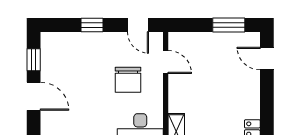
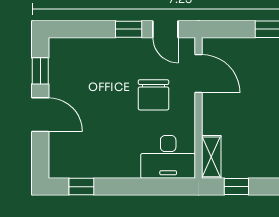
window: (92, 25) -> (129, 29), moved
door: (166, 62) -> (199, 74), width x1.38

